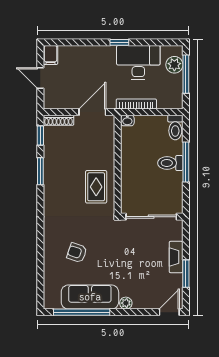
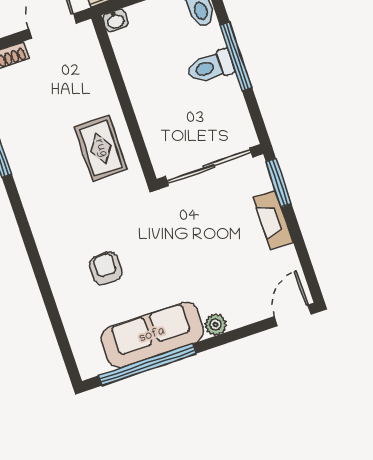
armchair: (77, 253) -> (106, 268), turned 71
window: (186, 274) -> (279, 183), moved

